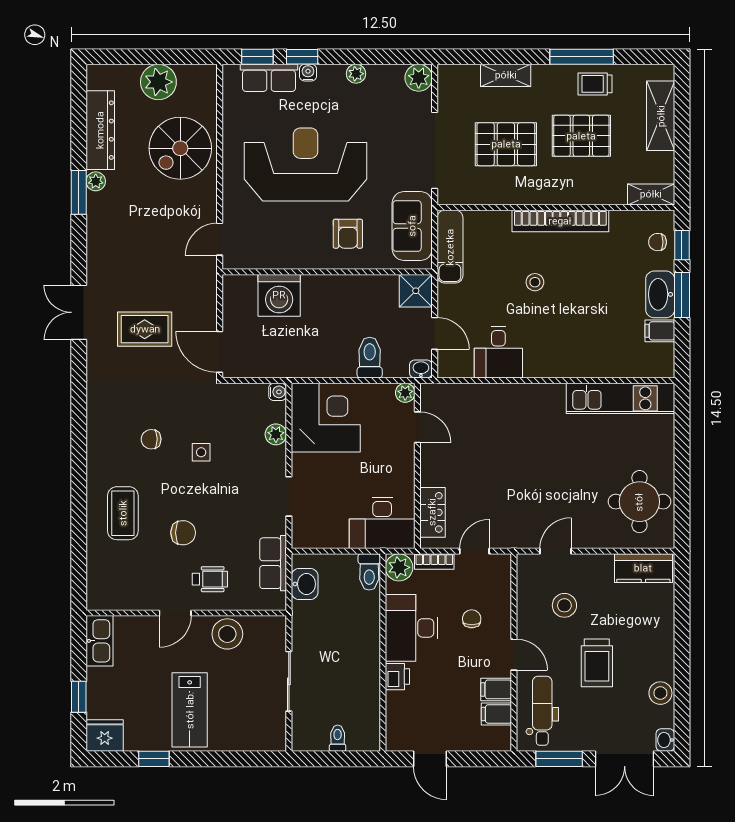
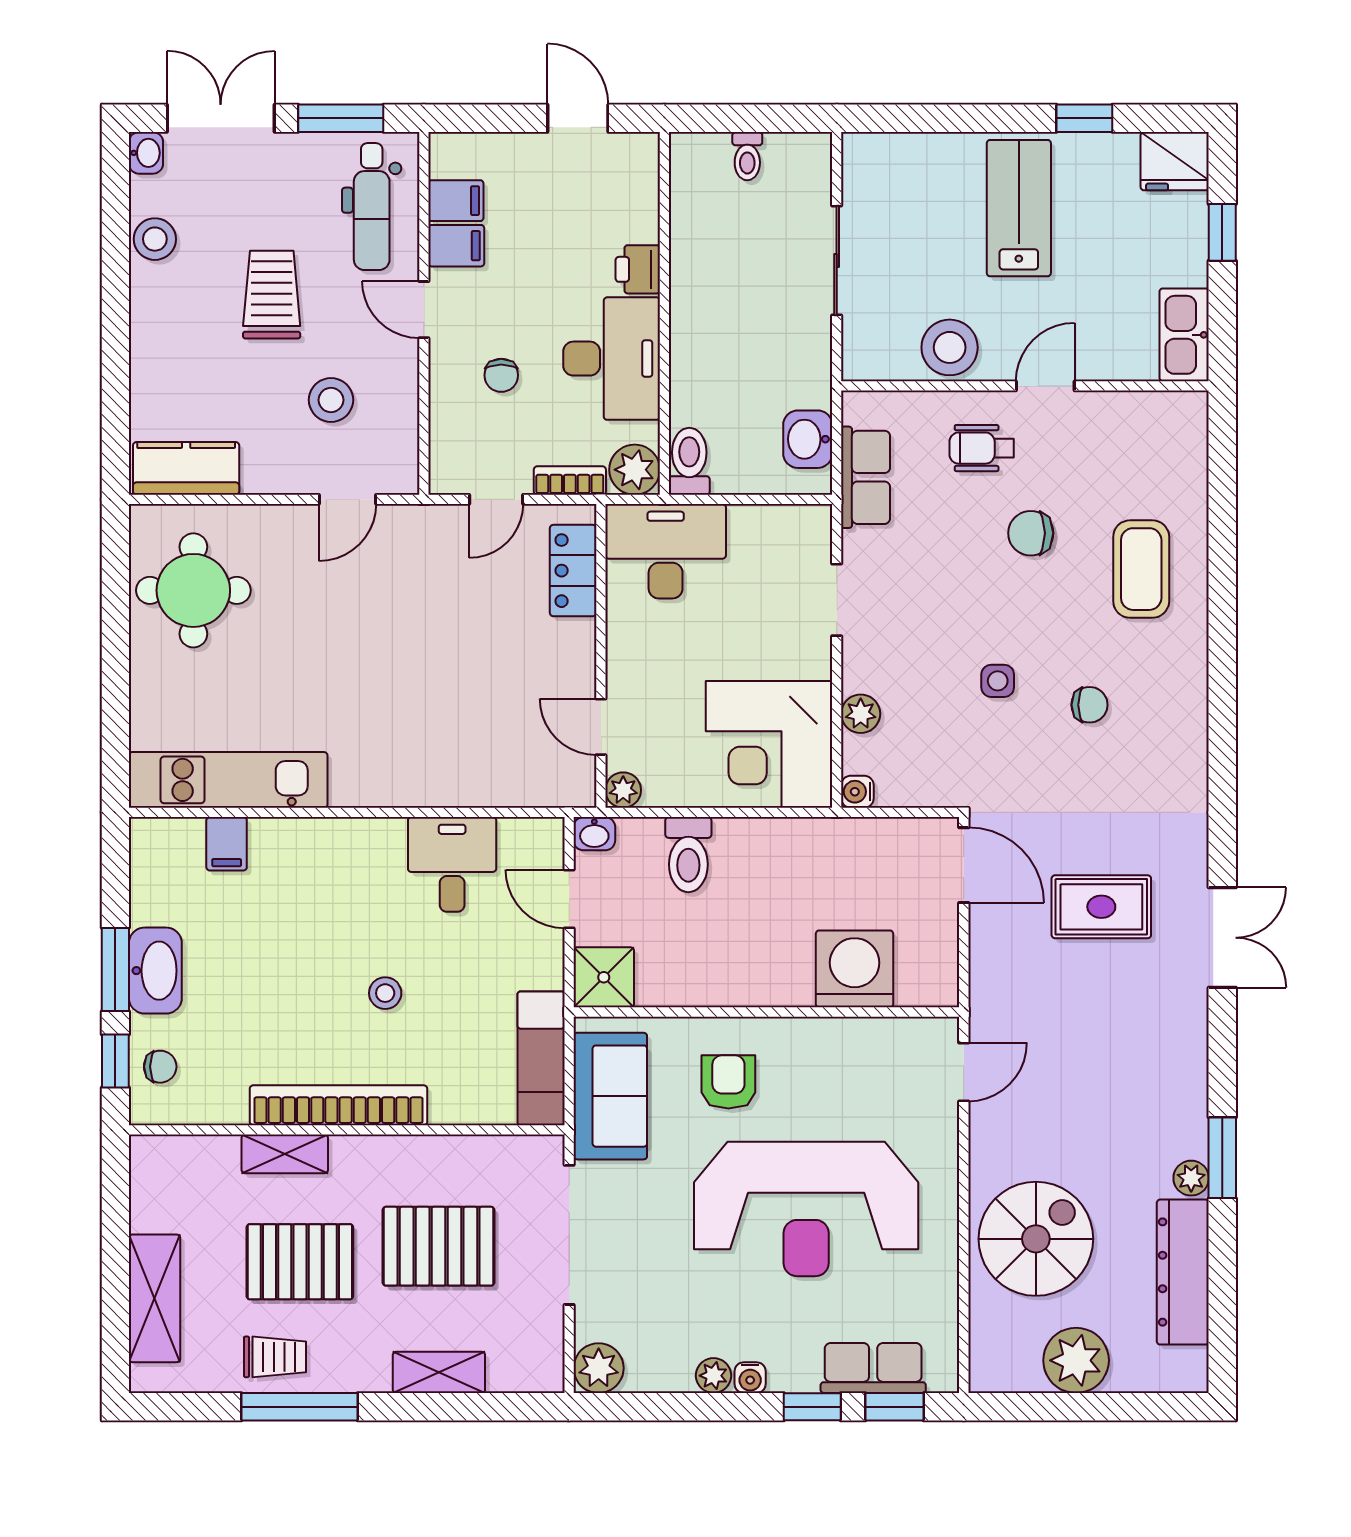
water cooler: (308, 73) -> (750, 1378), moved
shelving: (651, 194) -> (285, 1154), moved
filing cabinet: (660, 331) -> (227, 844), moved, turned 90

